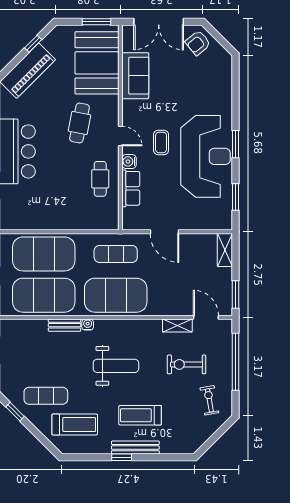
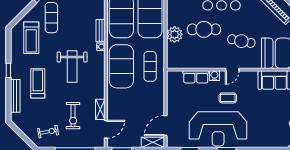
cafe table: (100, 179) -> (204, 29), moved, width x1.37, depth x1.35
plant: (70, 219) -> (175, 34), added
door: (165, 232) -> (166, 126), moved
exercise bike: (186, 364) -> (73, 116), turned 180
bench: (135, 448) -> (15, 96), moved

